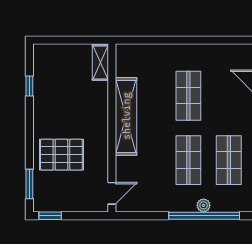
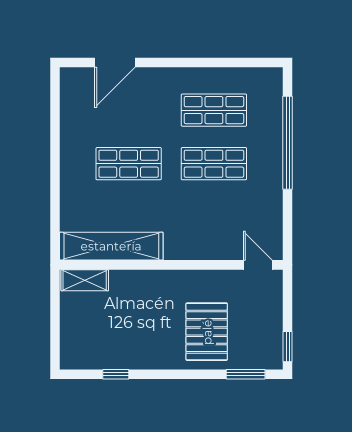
shelving: (126, 116) -> (111, 246), moved
plant: (204, 205) -> (274, 143), removed

